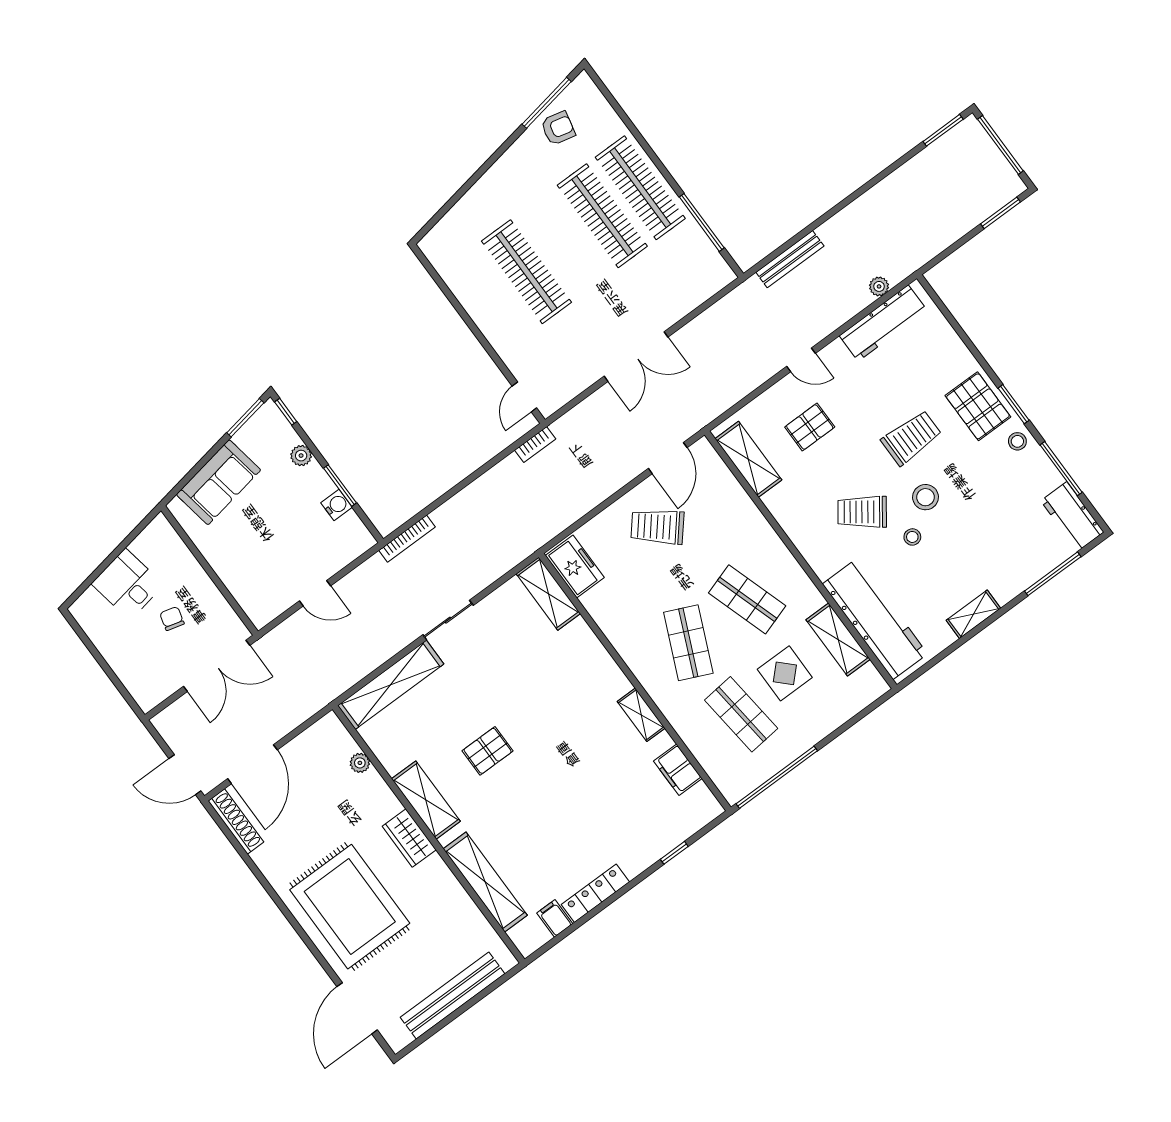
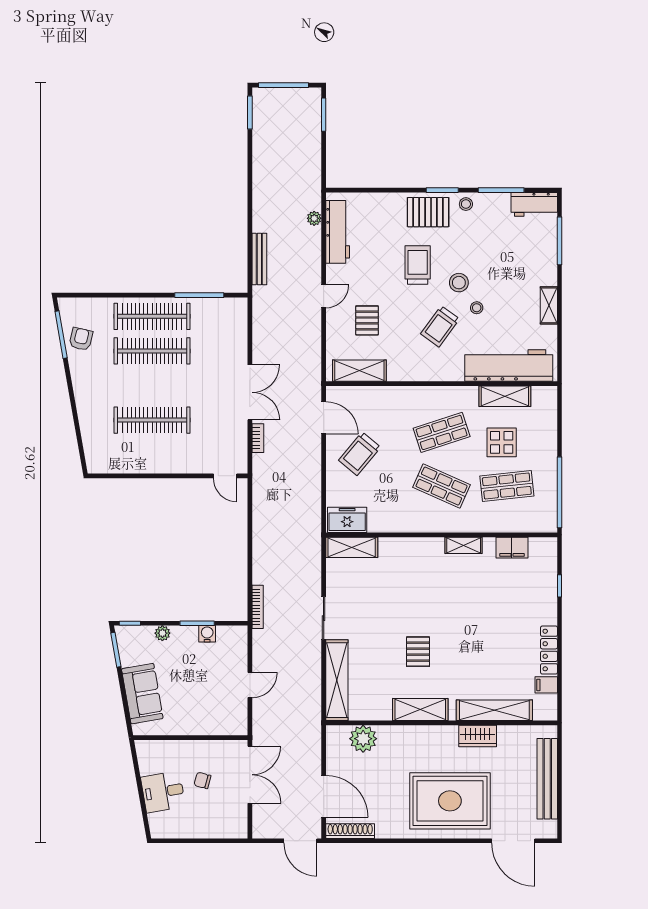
bookcase: (535, 445) -> (258, 438), moved
plant: (360, 763) -> (363, 739), width x1.88, depth x1.88
door: (185, 775) -> (300, 841), hinge flipped
wardrobe: (409, 838) -> (478, 736), moved

